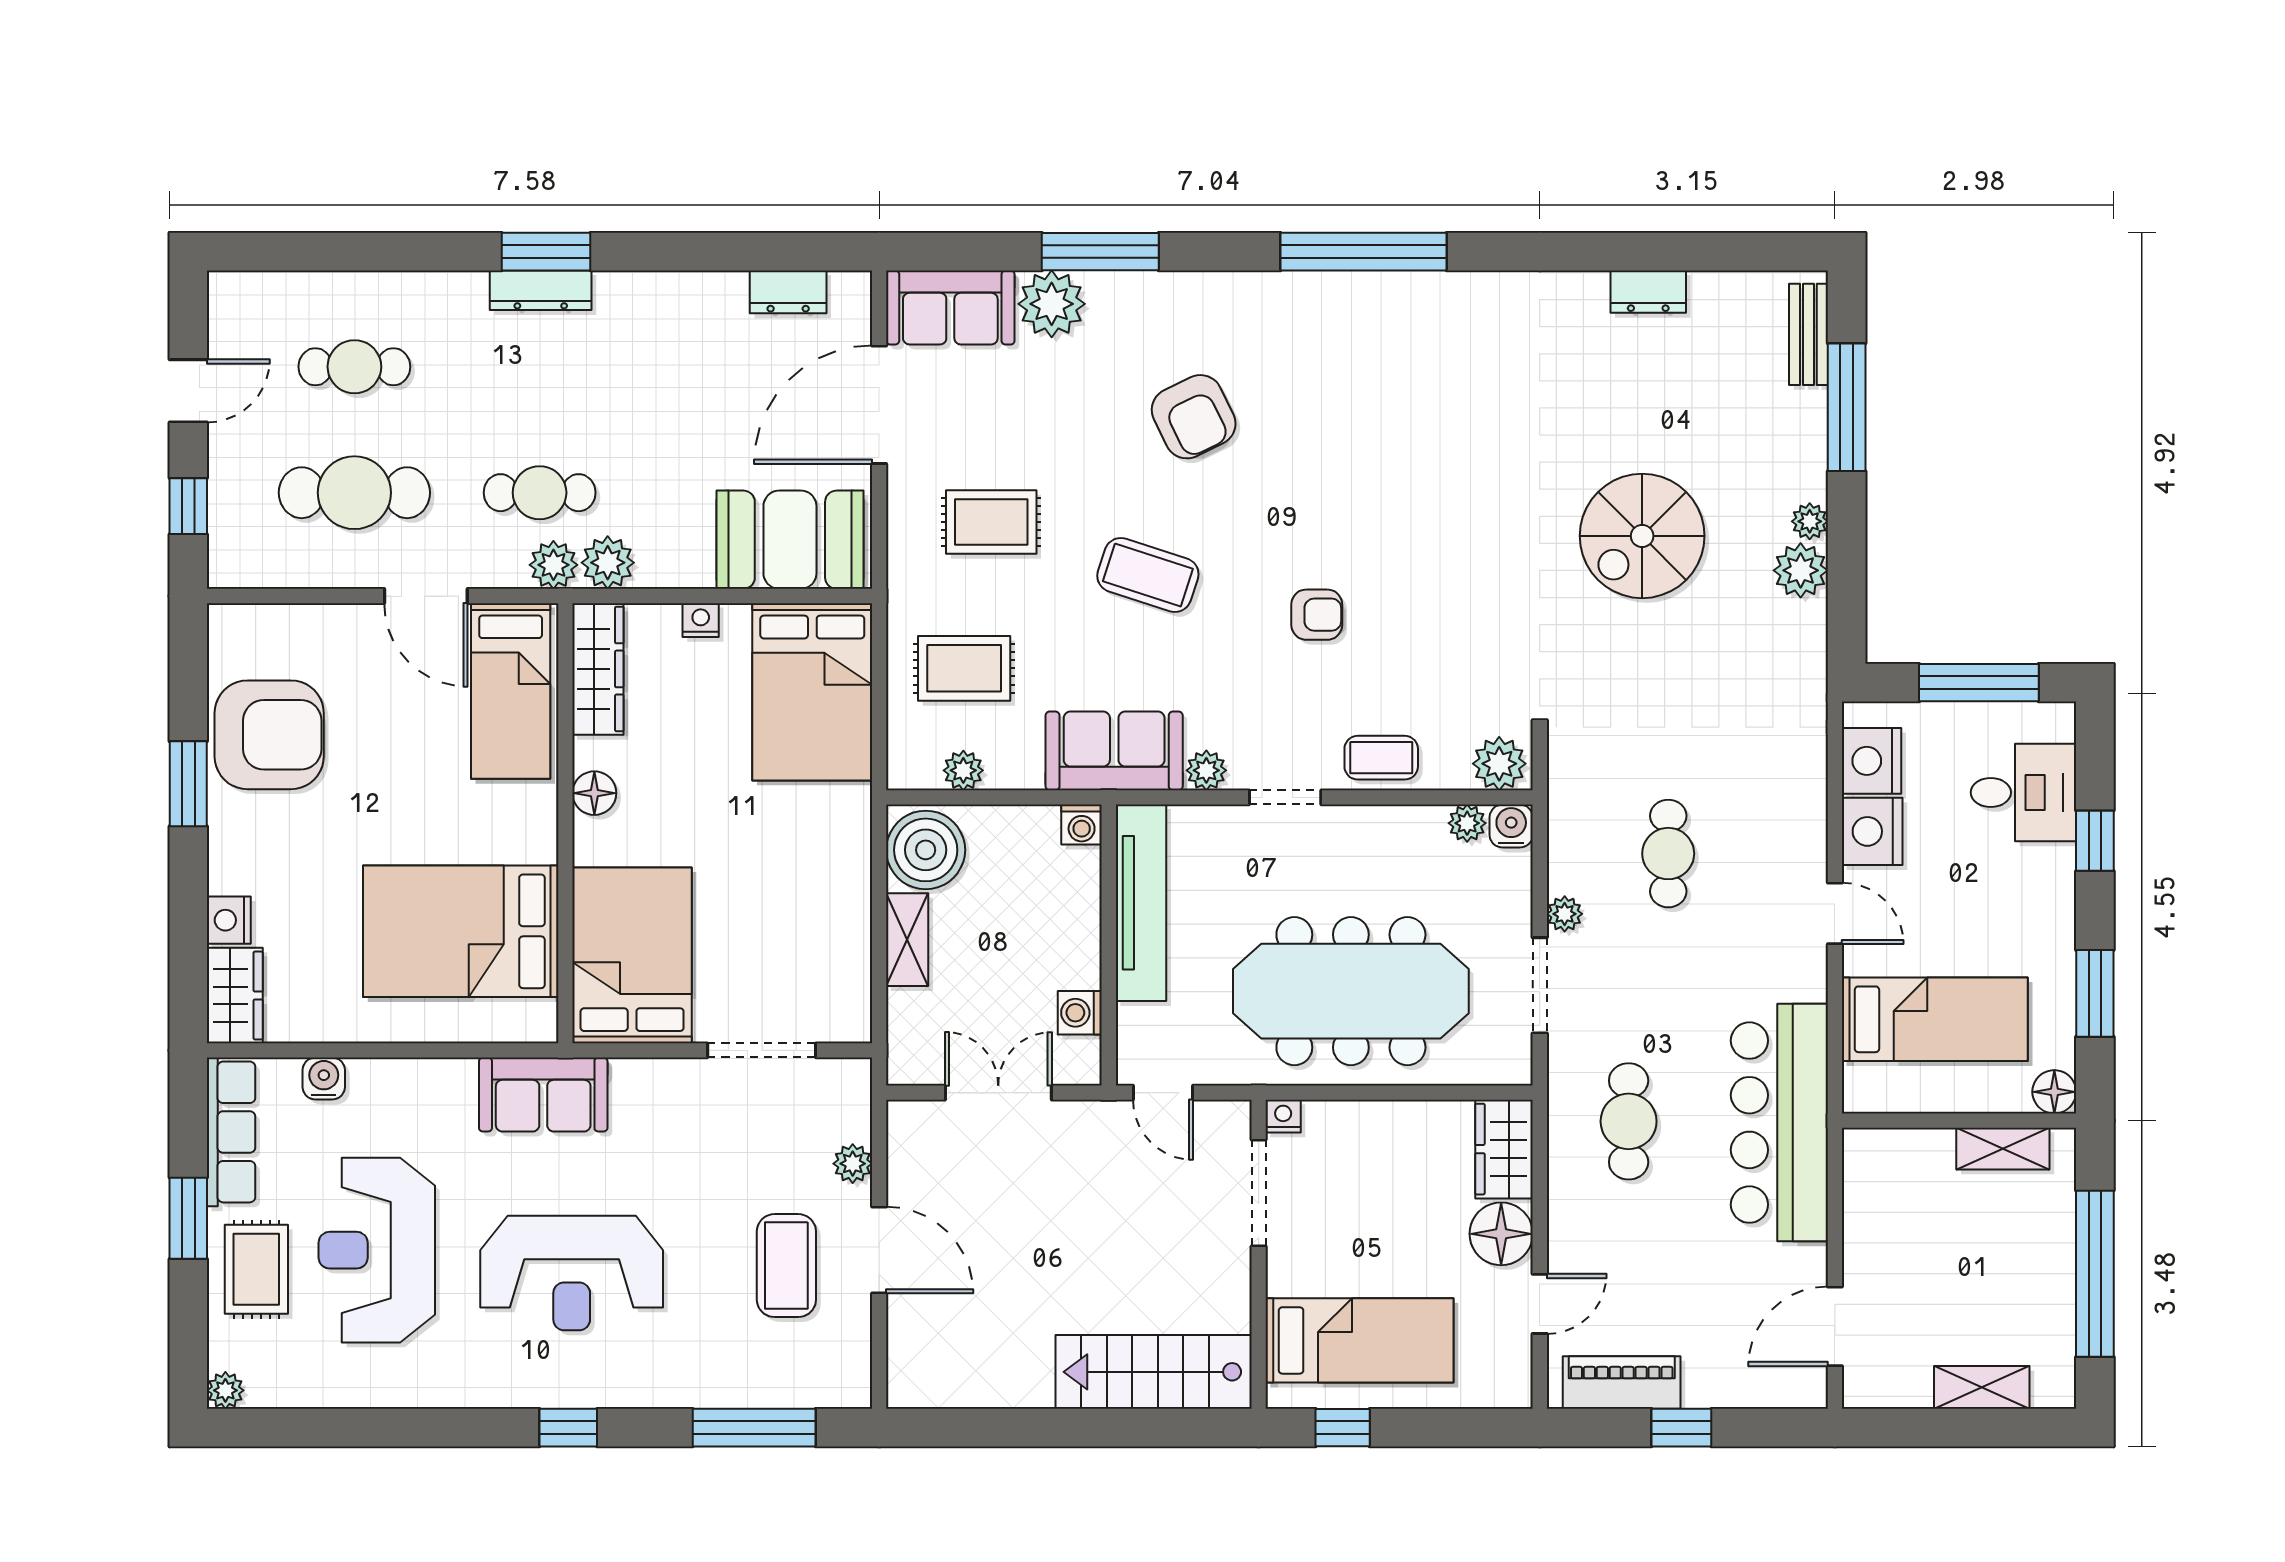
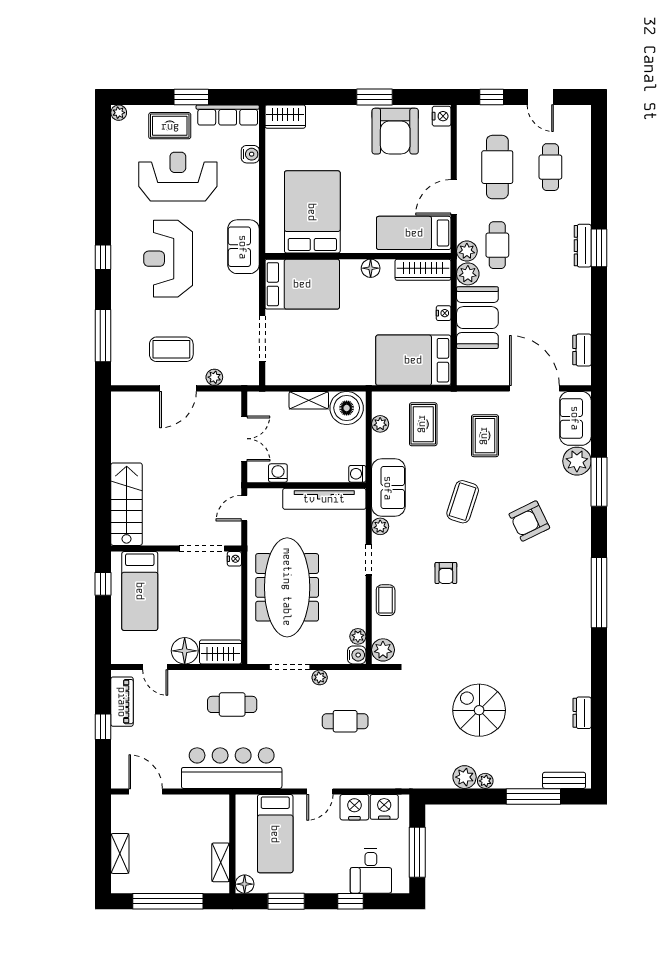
booth: (790, 540) -> (477, 318), moved
nightstand: (229, 920) -> (442, 116), moved, turned 90

